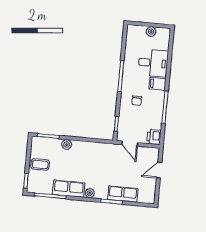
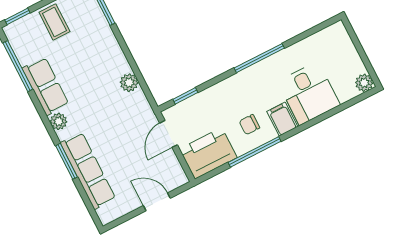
plant: (151, 32) -> (364, 83), moved
chair: (137, 101) -> (249, 125), moved
printer: (154, 137) -> (208, 153), width x1.87, depth x1.48
plant: (67, 145) -> (129, 83), moved
row of seats: (123, 194) -> (88, 171), width x1.48

